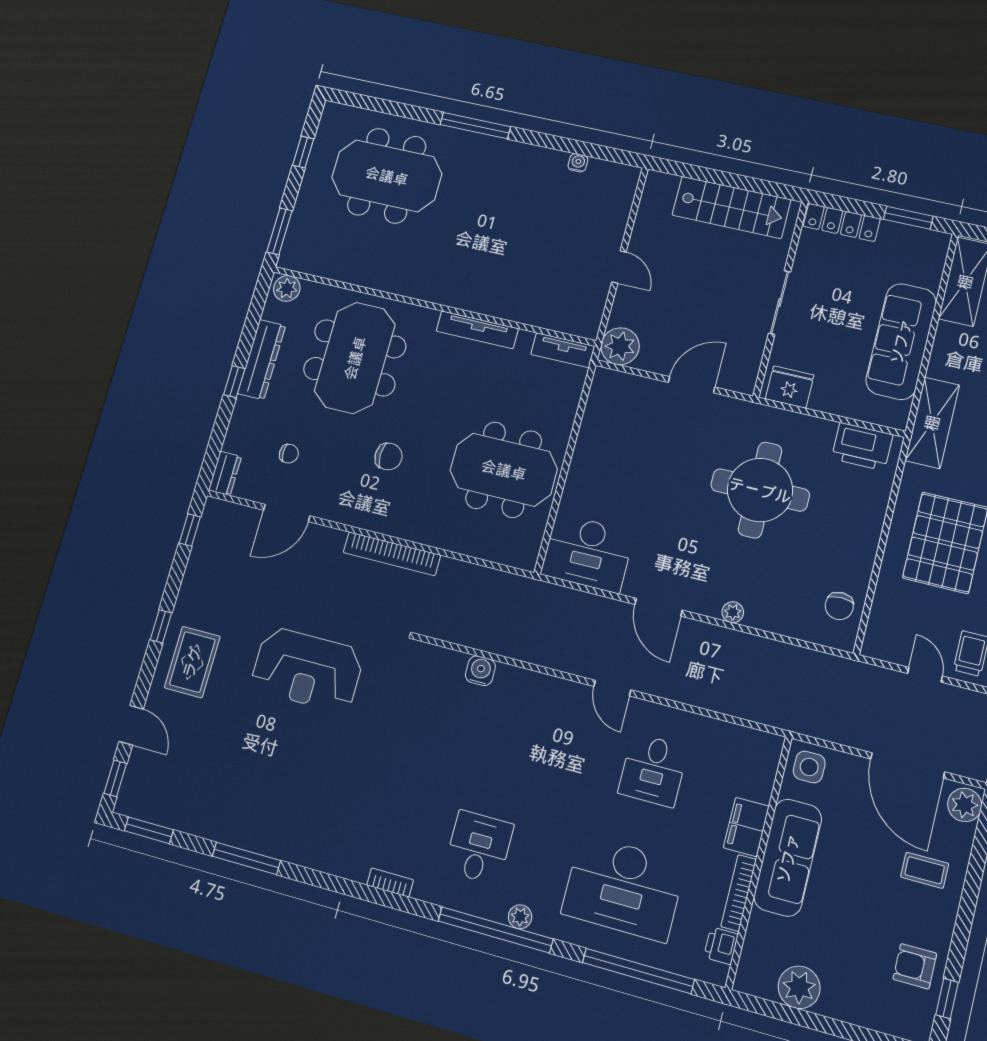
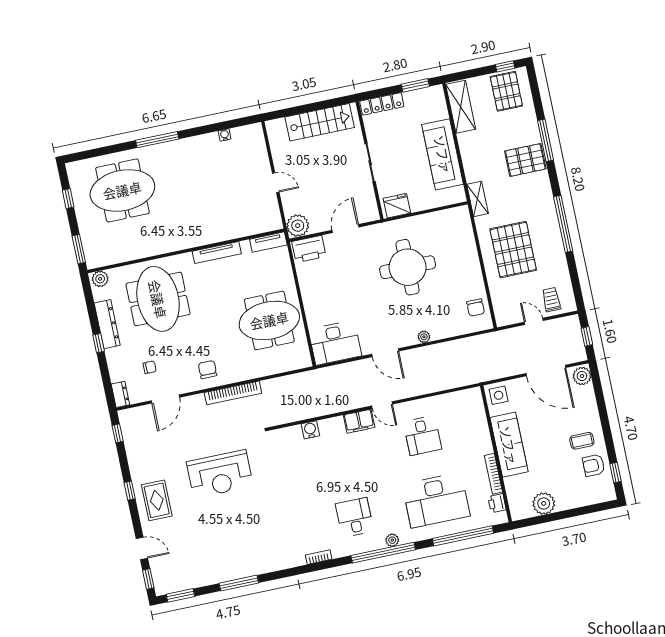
shelving: (932, 423) -> (477, 199), width x0.67, depth x0.75
printer: (862, 447) -> (309, 249), moved
chair: (388, 457) -> (208, 370), moved, turned -90
filing cabinet: (746, 827) -> (359, 421), moved, turned -90
coffee table: (925, 870) -> (582, 441), moved

